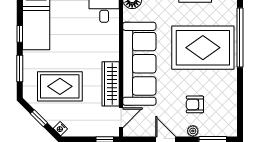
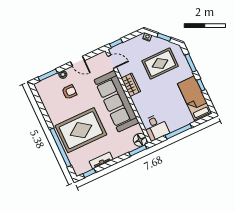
wardrobe: (111, 84) -> (131, 85), width x0.67
door: (121, 118) -> (112, 62), swing flipped

